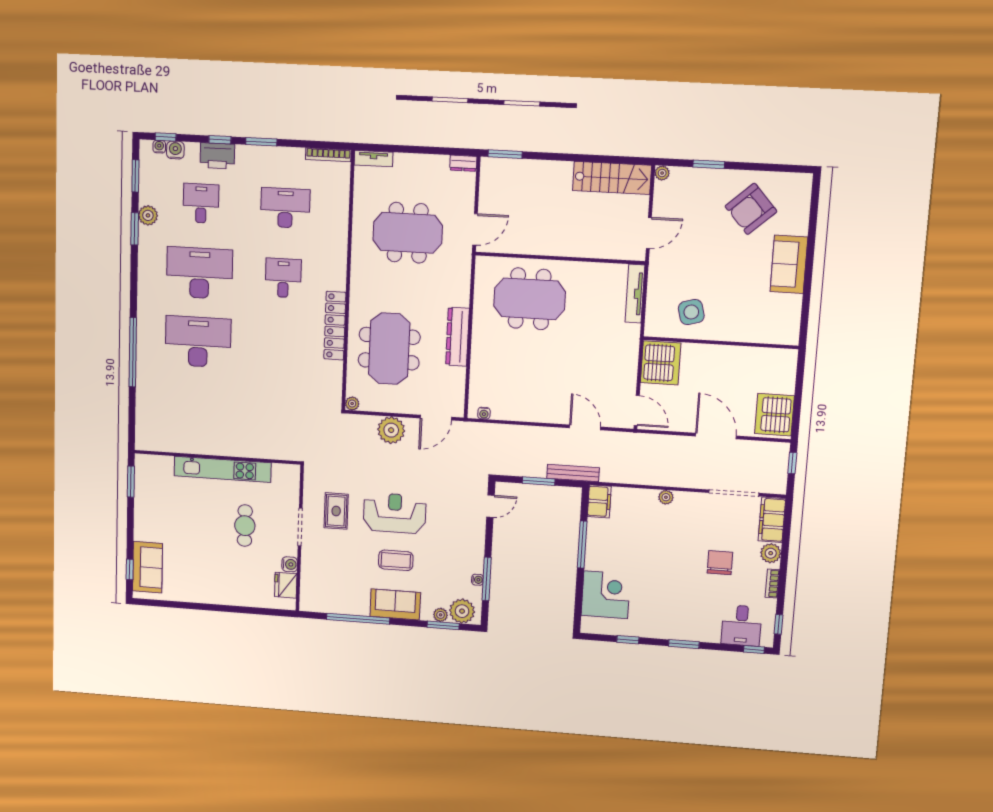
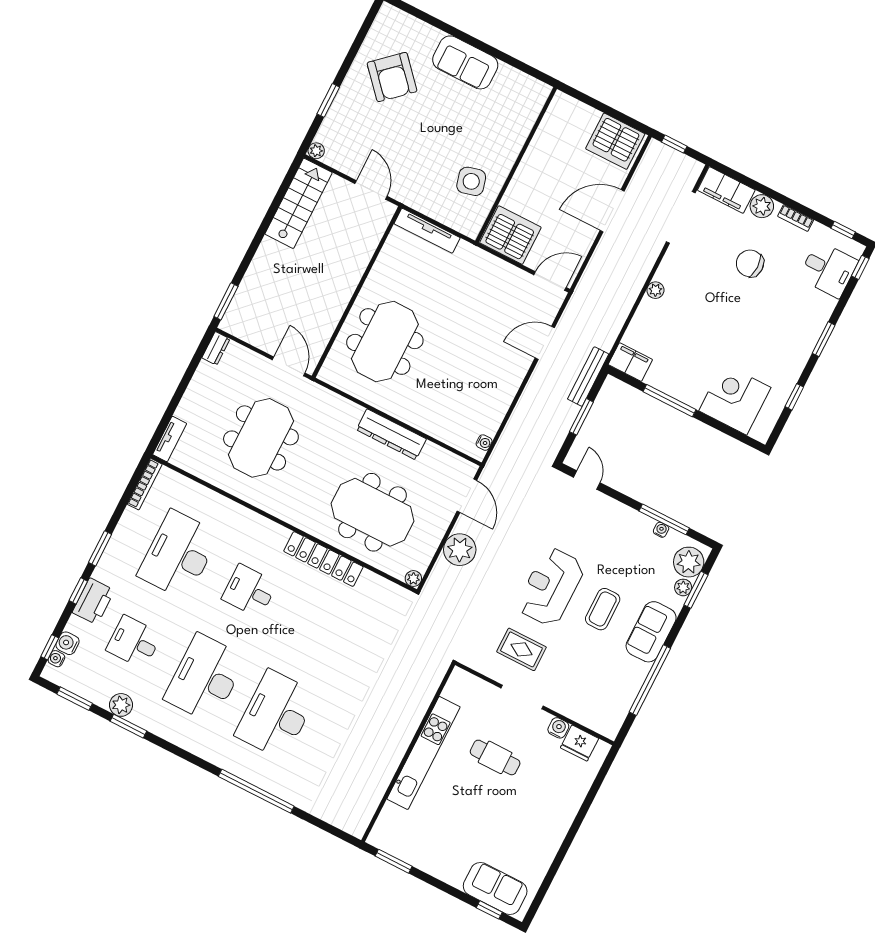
desk: (285, 208) -> (178, 555), width x1.36, depth x1.30

